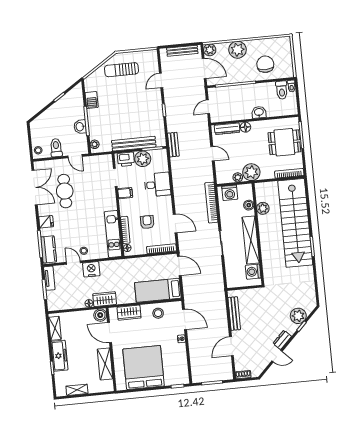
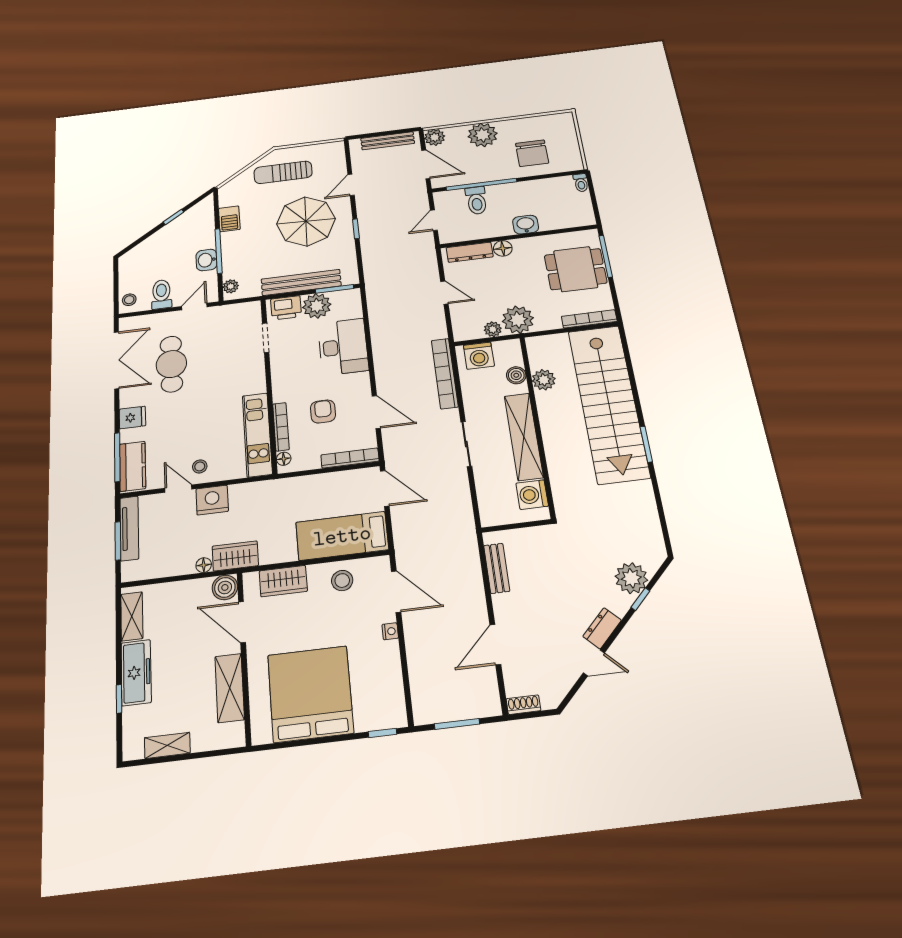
chair: (265, 64) -> (532, 153), turned 180
toilet: (282, 90) -> (476, 201), moved
parasol: (136, 104) -> (306, 221), added
bench: (173, 145) -> (373, 281), removed
door: (75, 156) -> (194, 307), swing flipped
desk: (157, 185) -> (343, 347), width x1.37
filing cabinet: (125, 193) -> (283, 363), removed
tv unit: (49, 278) -> (129, 528), width x1.41
bench: (234, 314) -> (497, 568), width x0.73

